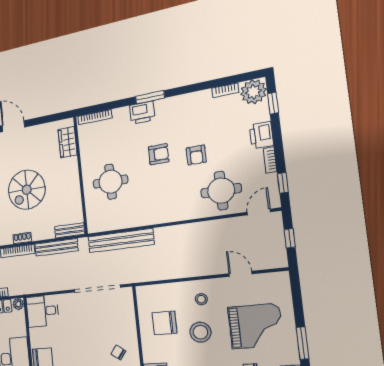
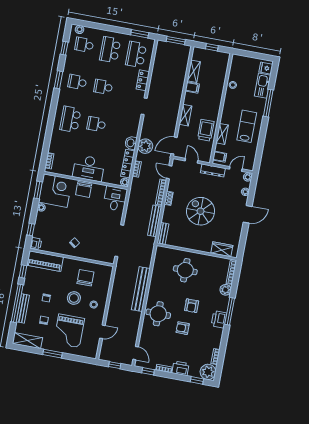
window: (150, 97) -> (230, 311), width x1.44
printer: (142, 113) -> (219, 319), moved
plant: (121, 115) -> (225, 290), added
round table: (221, 191) -> (158, 314), moved
bench: (121, 241) -> (141, 289), moved

